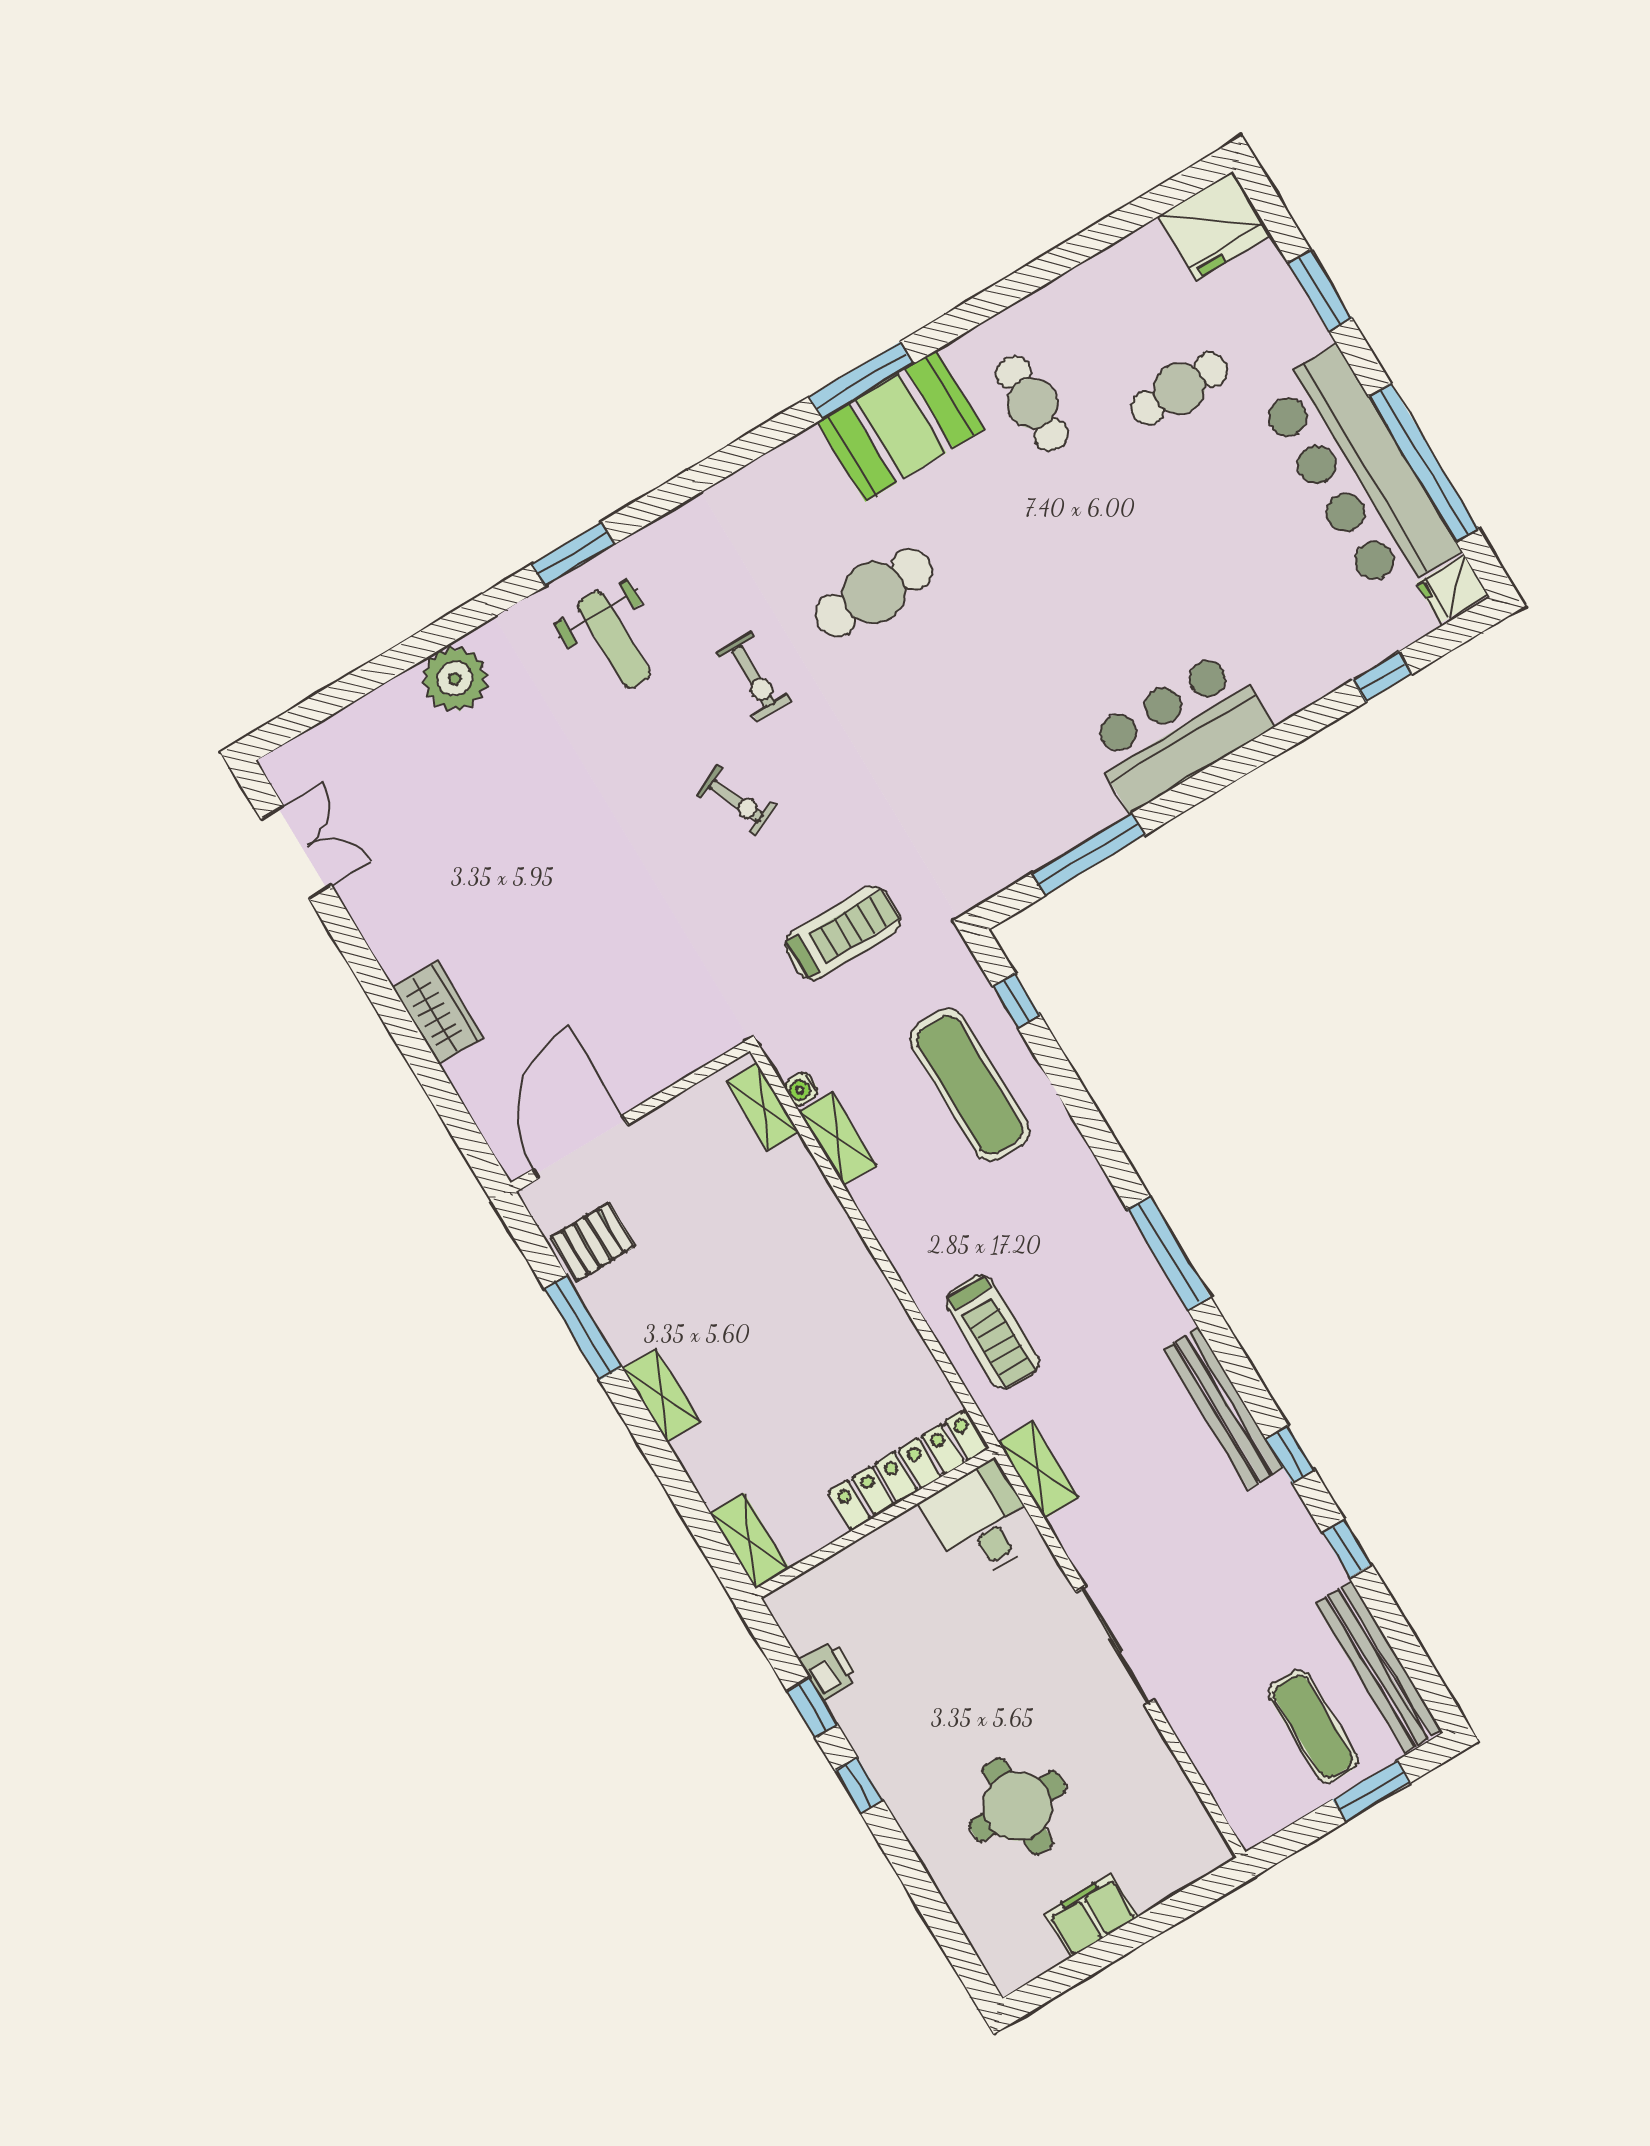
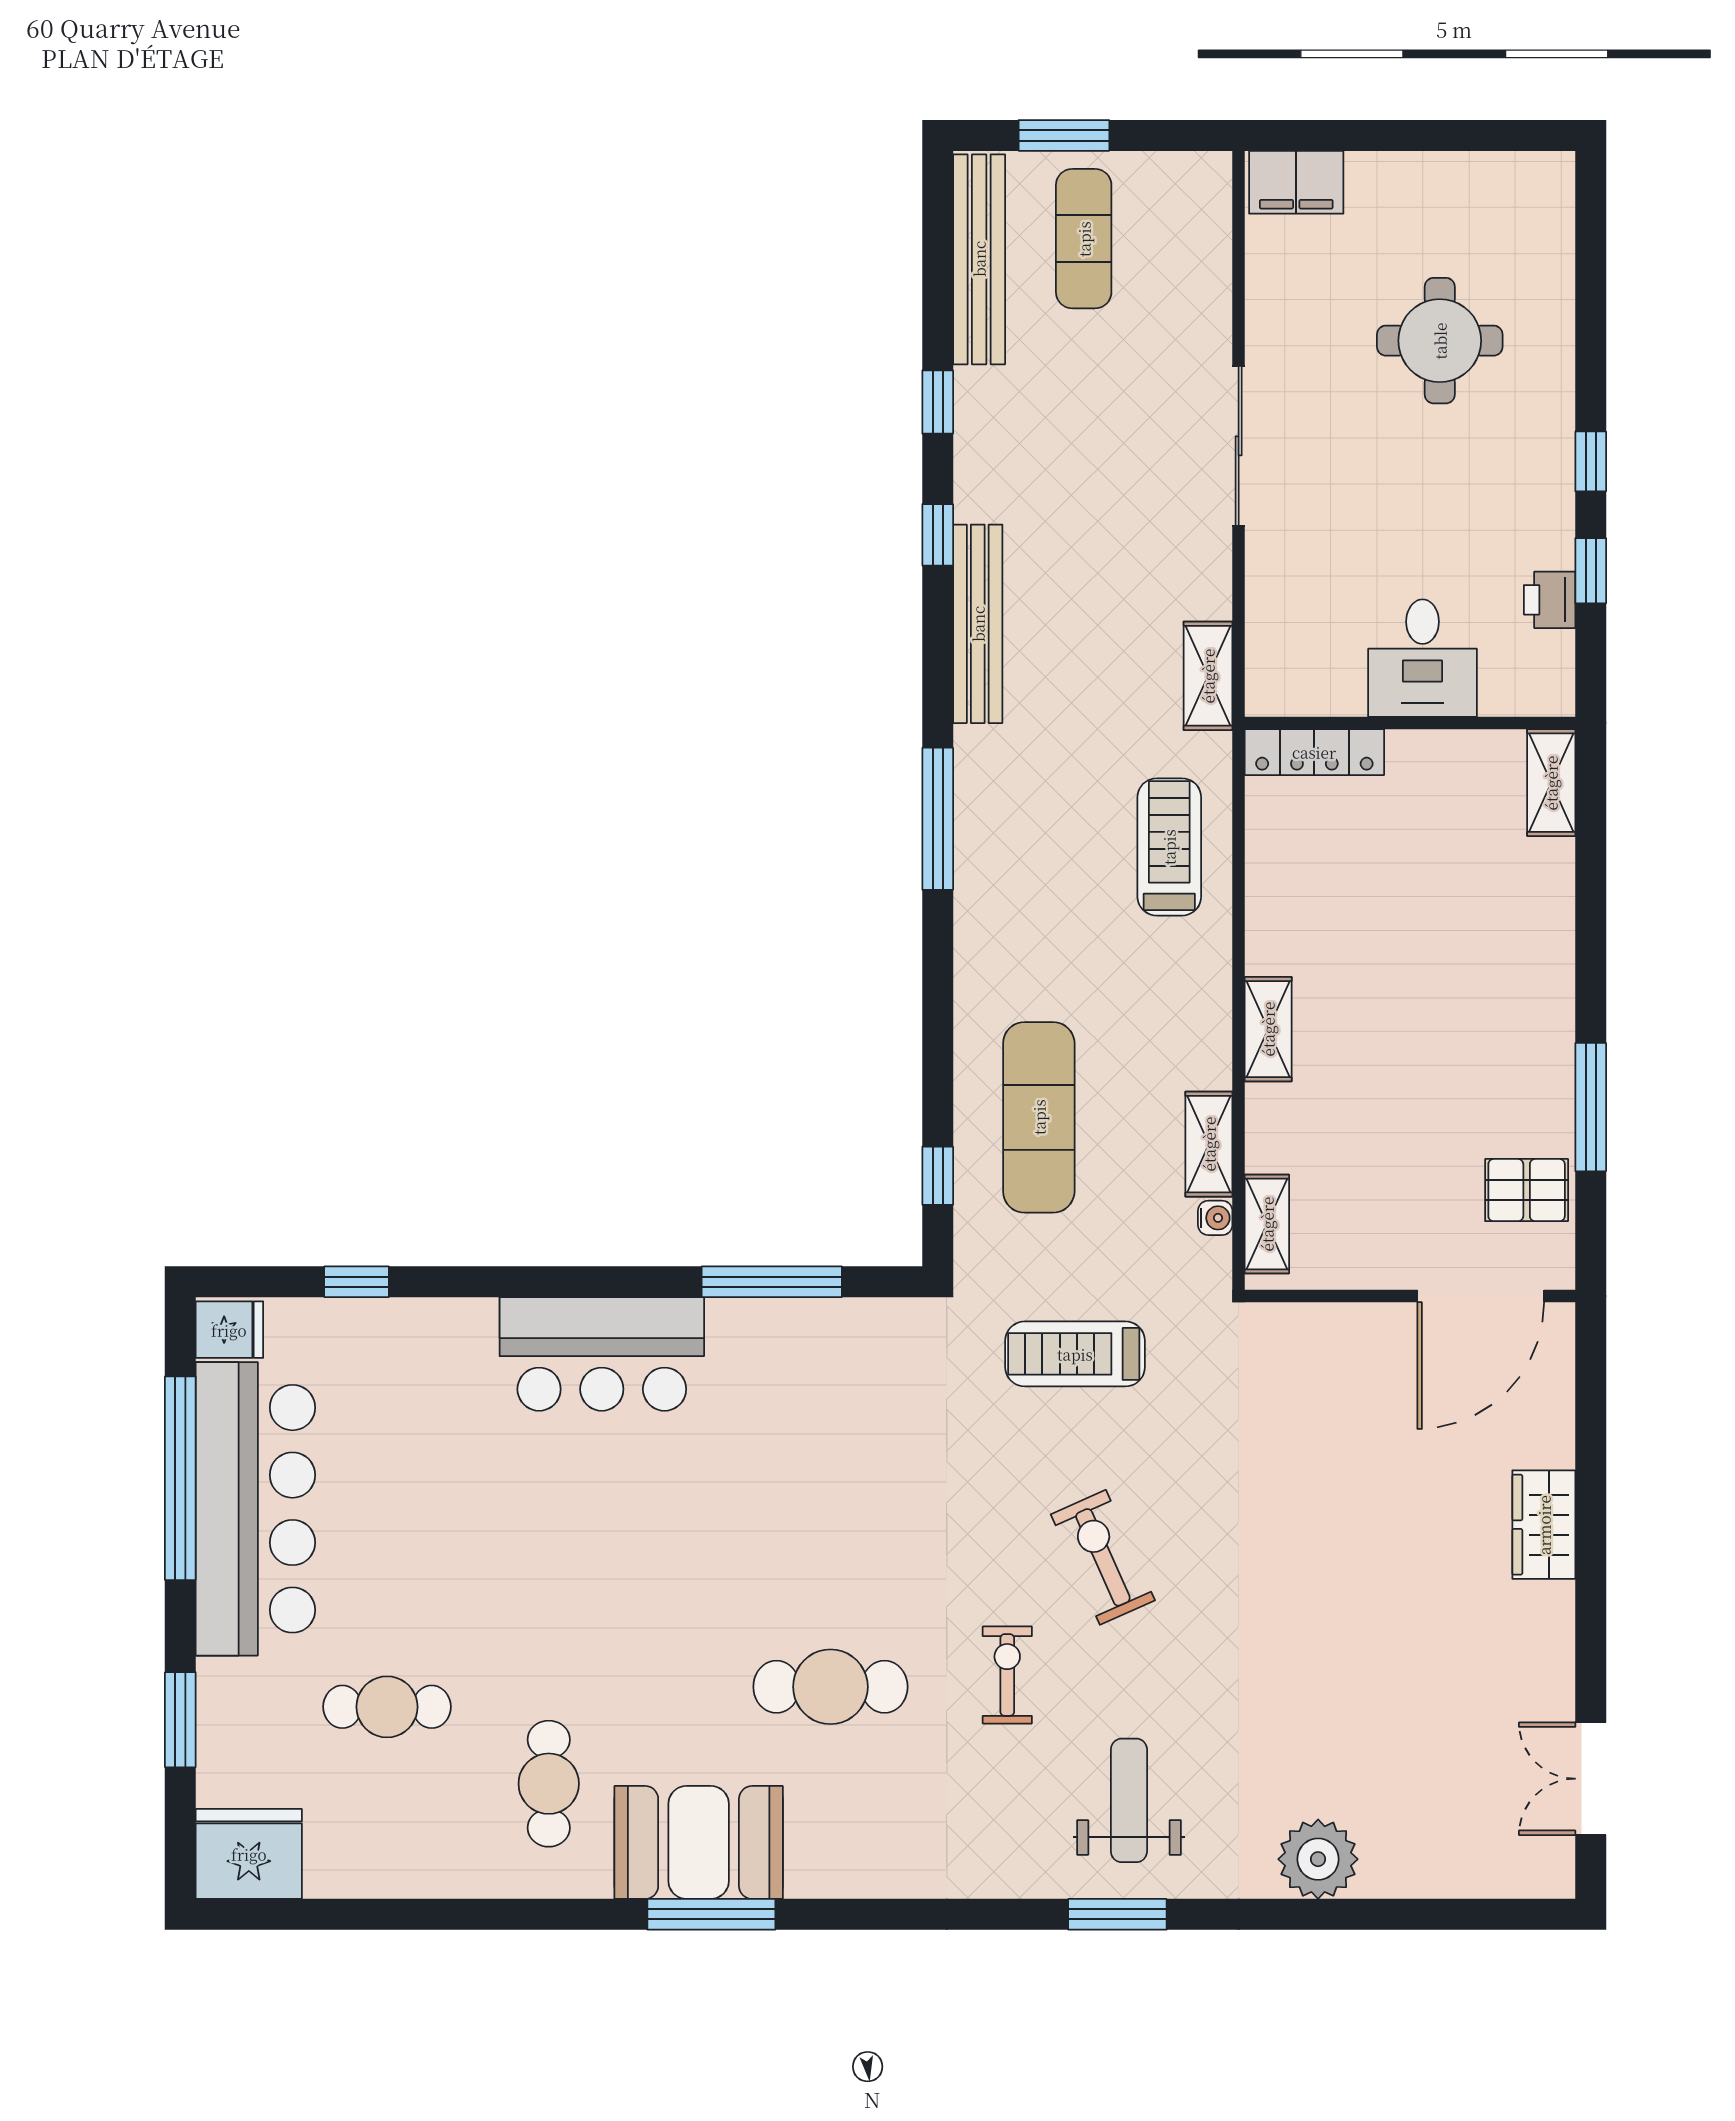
exercise bike: (736, 801) -> (1103, 1557), width x1.38, depth x1.39
shelving: (661, 1395) -> (1268, 1029), moved
locker: (908, 1470) -> (1314, 752), width x0.71, depth x0.83
desk: (981, 1522) -> (1422, 658), moved
filing cabinet: (1091, 1915) -> (1296, 182), moved

